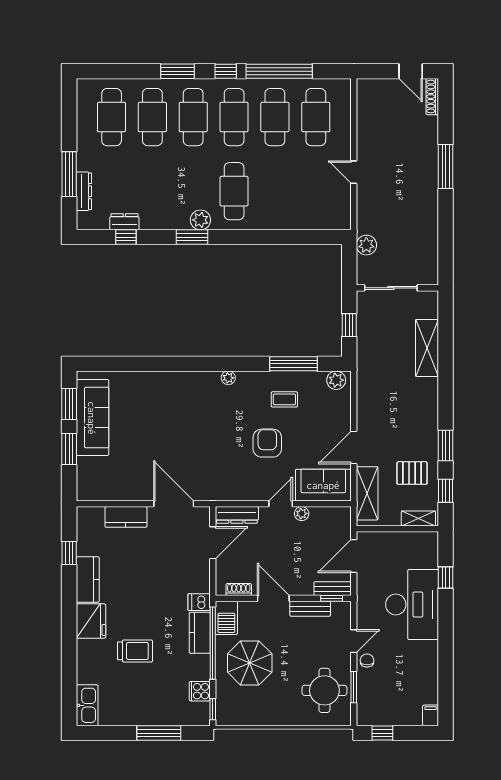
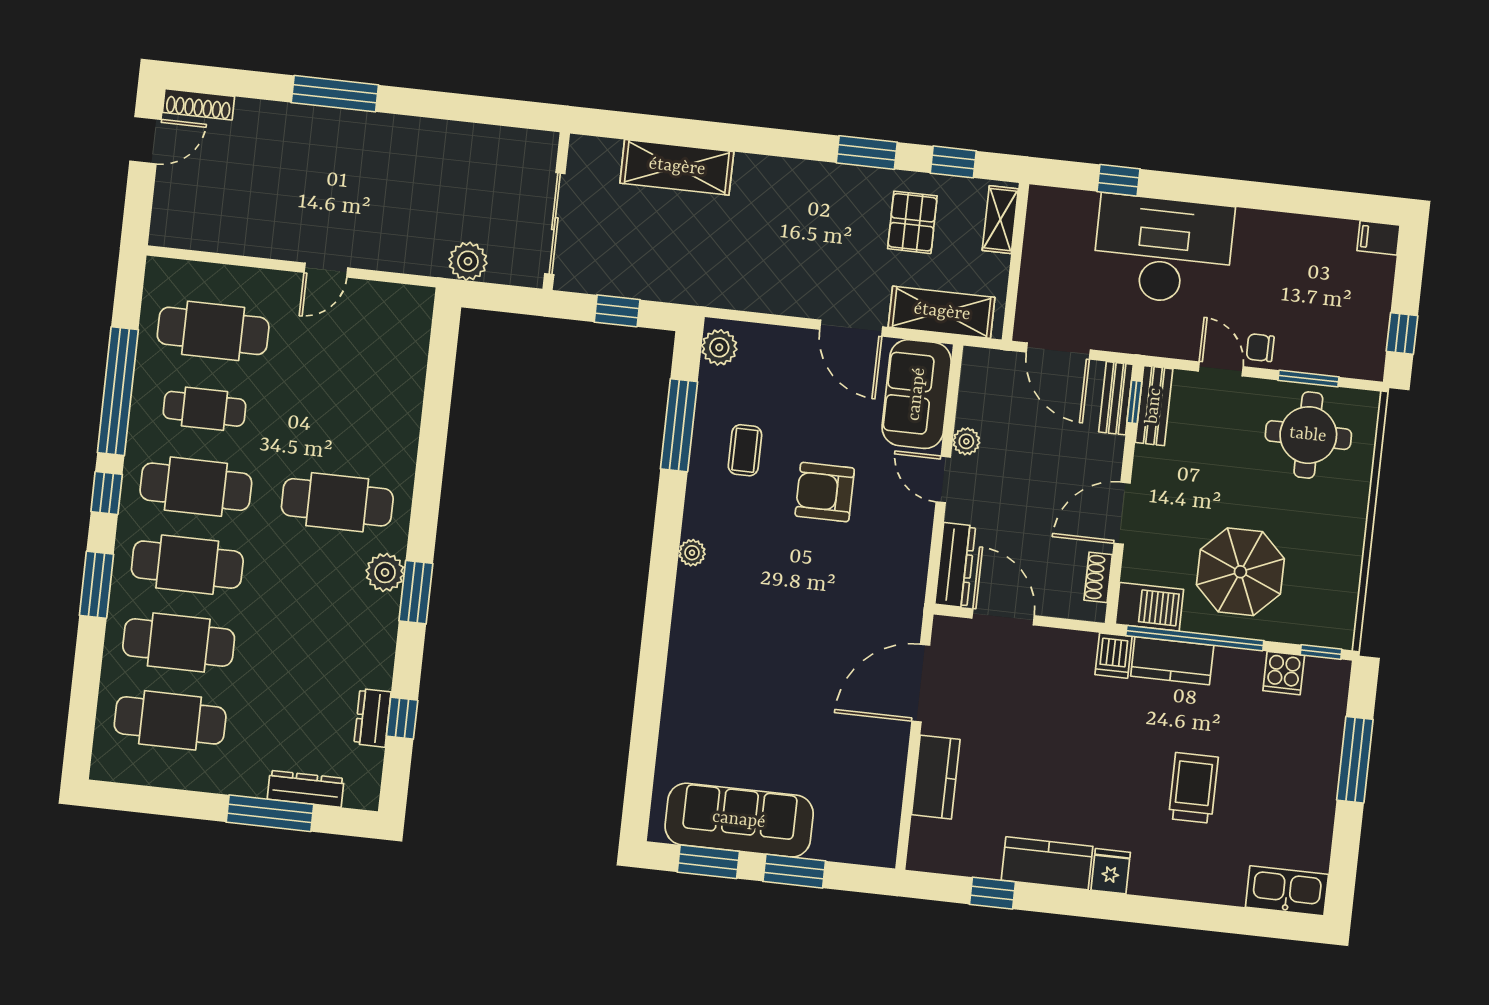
cafe table: (275, 117) -> (204, 409), width x0.73, depth x0.74
bench: (310, 609) -> (1154, 406), moved
fridge: (91, 621) -> (1111, 871), width x0.53, depth x0.75

